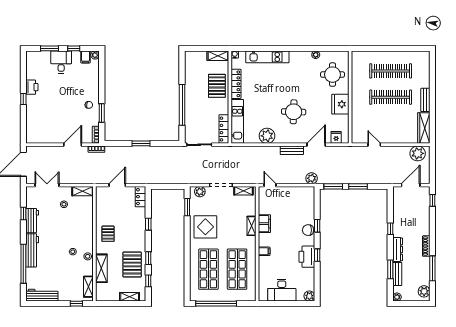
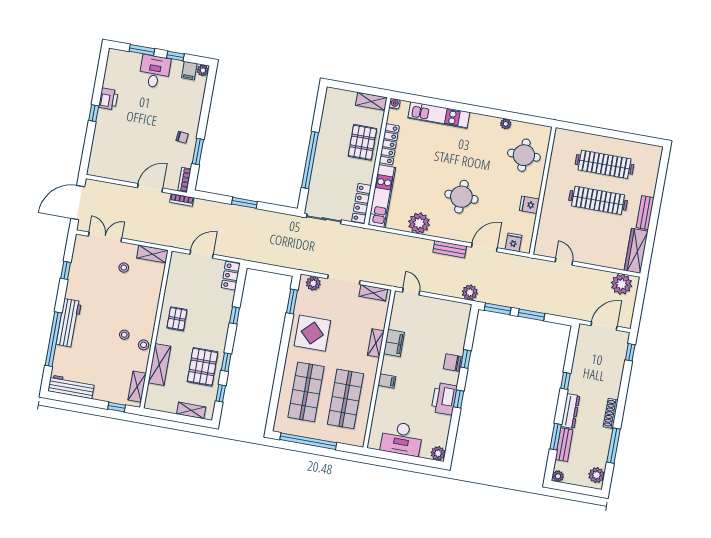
fridge: (340, 104) -> (529, 205), width x0.53, depth x0.75
workbench: (32, 221) -> (76, 282), removed

